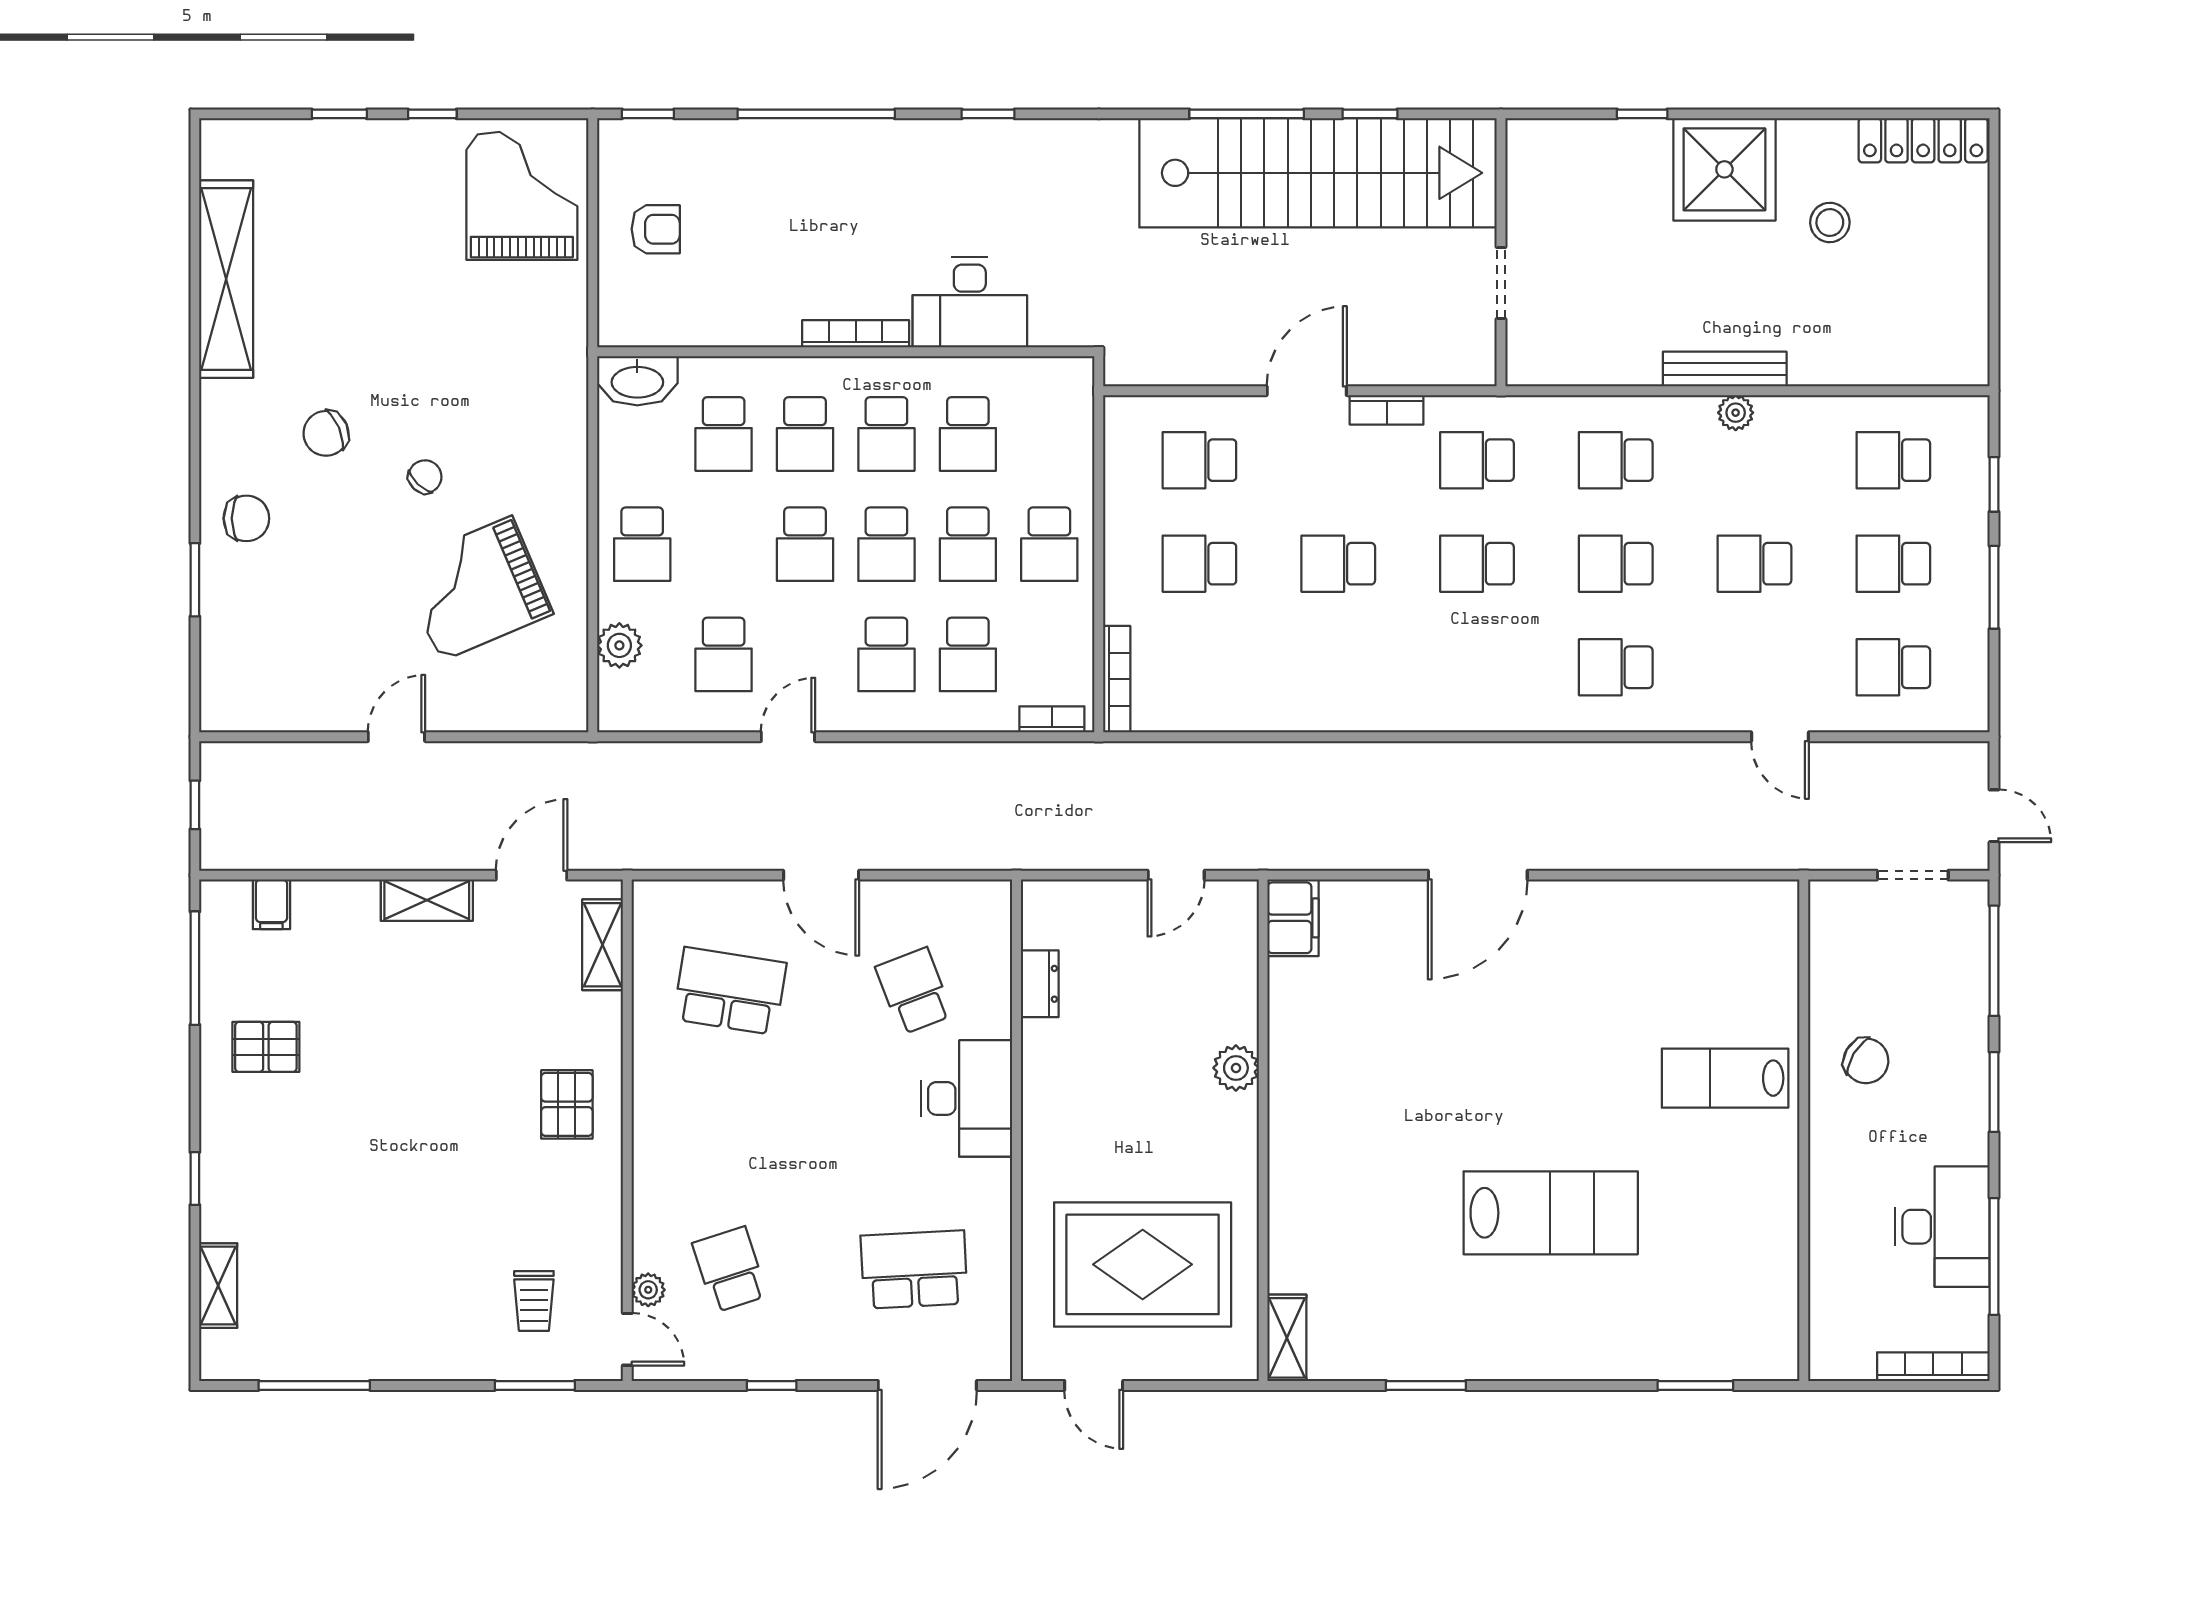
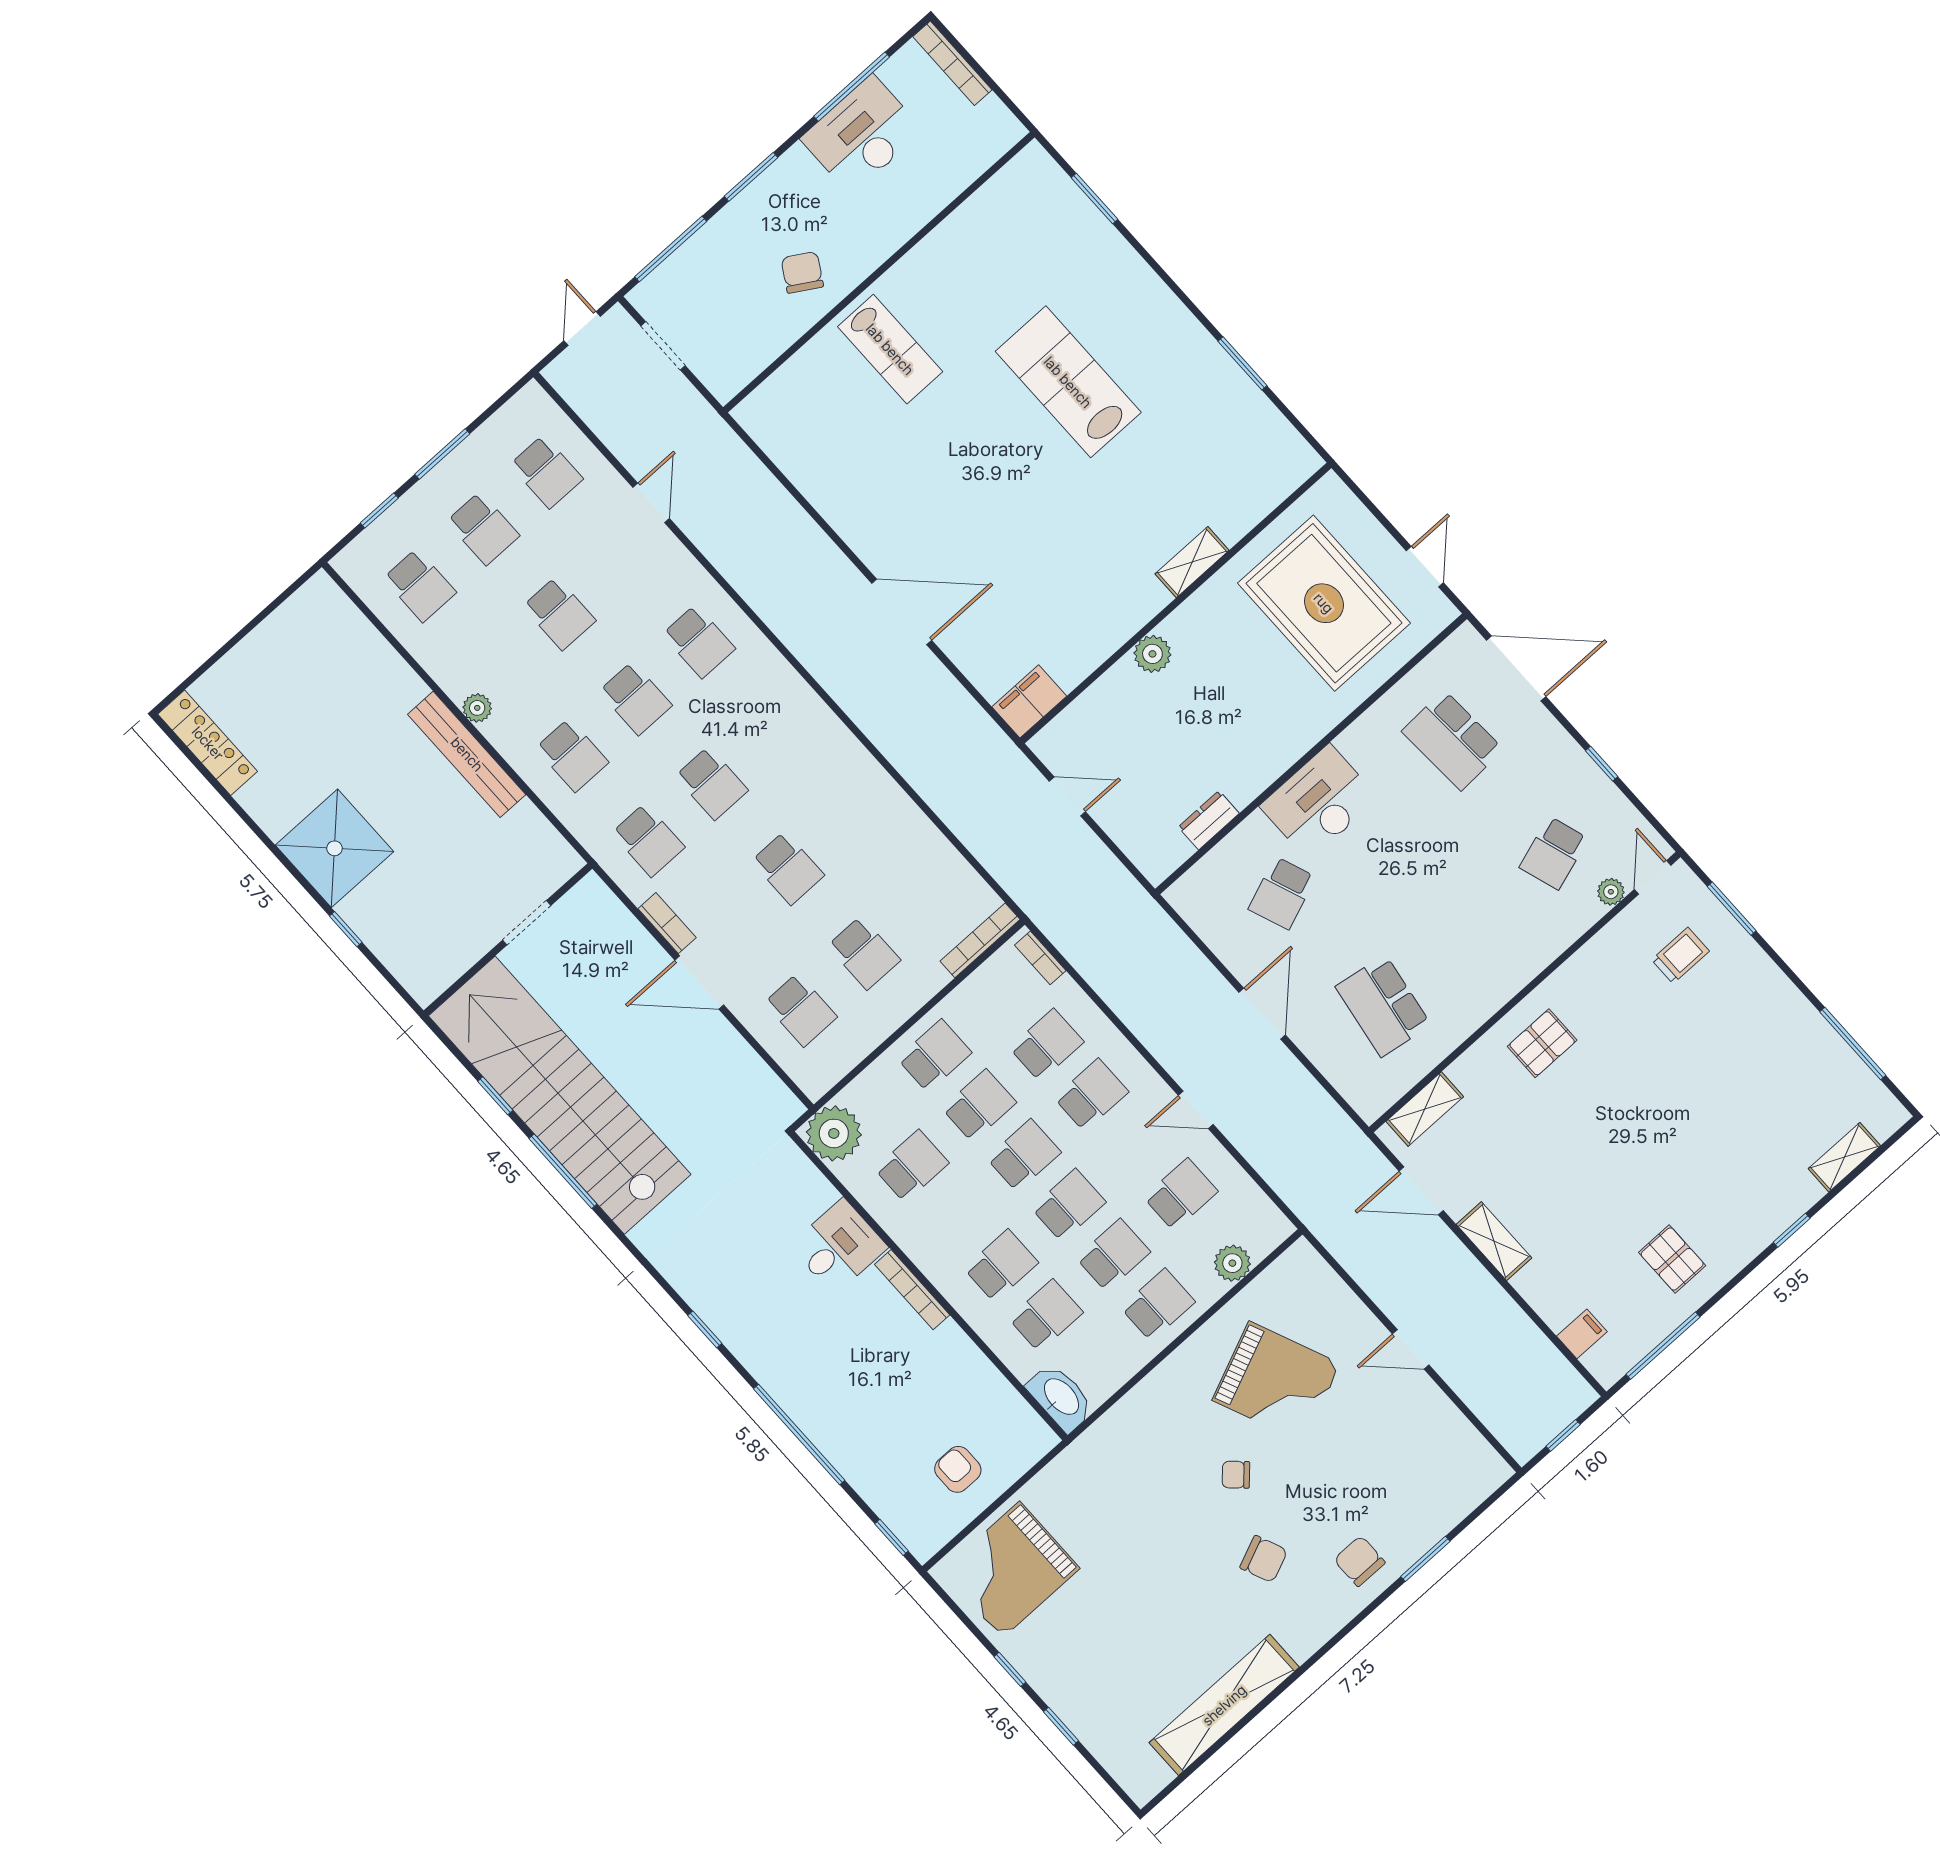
stool: (1830, 222) -> (309, 755), removed
desk: (970, 302) -> (839, 1247), width x0.73
bench: (1725, 369) -> (467, 754), width x1.37, depth x1.21
plant: (1061, 390) -> (834, 1133), added
school desk: (886, 434) -> (1113, 1255), moved
shelving: (1287, 1338) -> (1192, 562), moved

